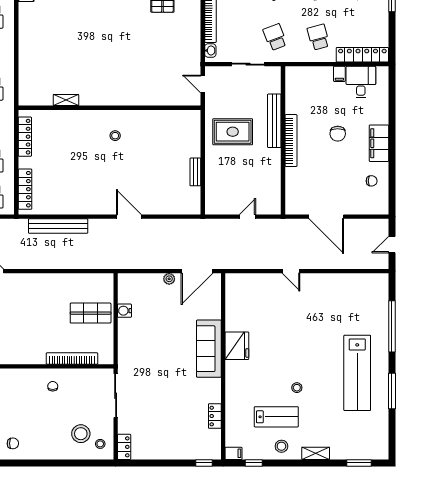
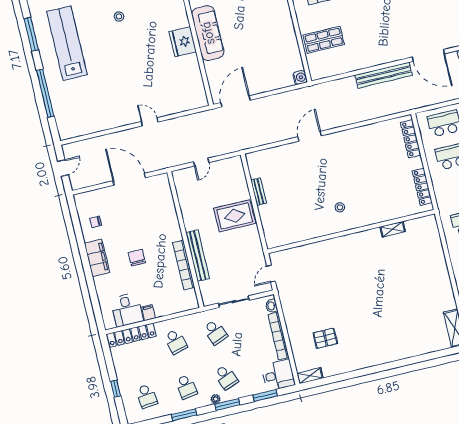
door: (203, 84) -> (271, 274), swing flipped
rug: (233, 132) -> (235, 216), moved
bookcase: (291, 141) -> (184, 265), moved
door: (129, 217) -> (310, 136), swing flipped
bench: (58, 226) -> (384, 75), moved
plant: (169, 279) -> (259, 88), removed
water cooler: (124, 311) -> (300, 77), moved

